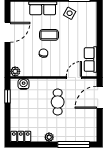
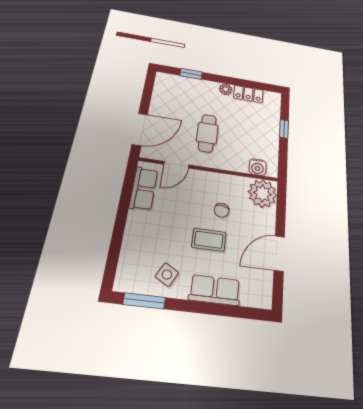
plant: (15, 71) -> (262, 193), width x1.87, depth x1.87
window: (7, 96) -> (284, 129), moved
locker: (21, 136) -> (248, 94), moved
window: (74, 145) -> (191, 74), width x0.46

